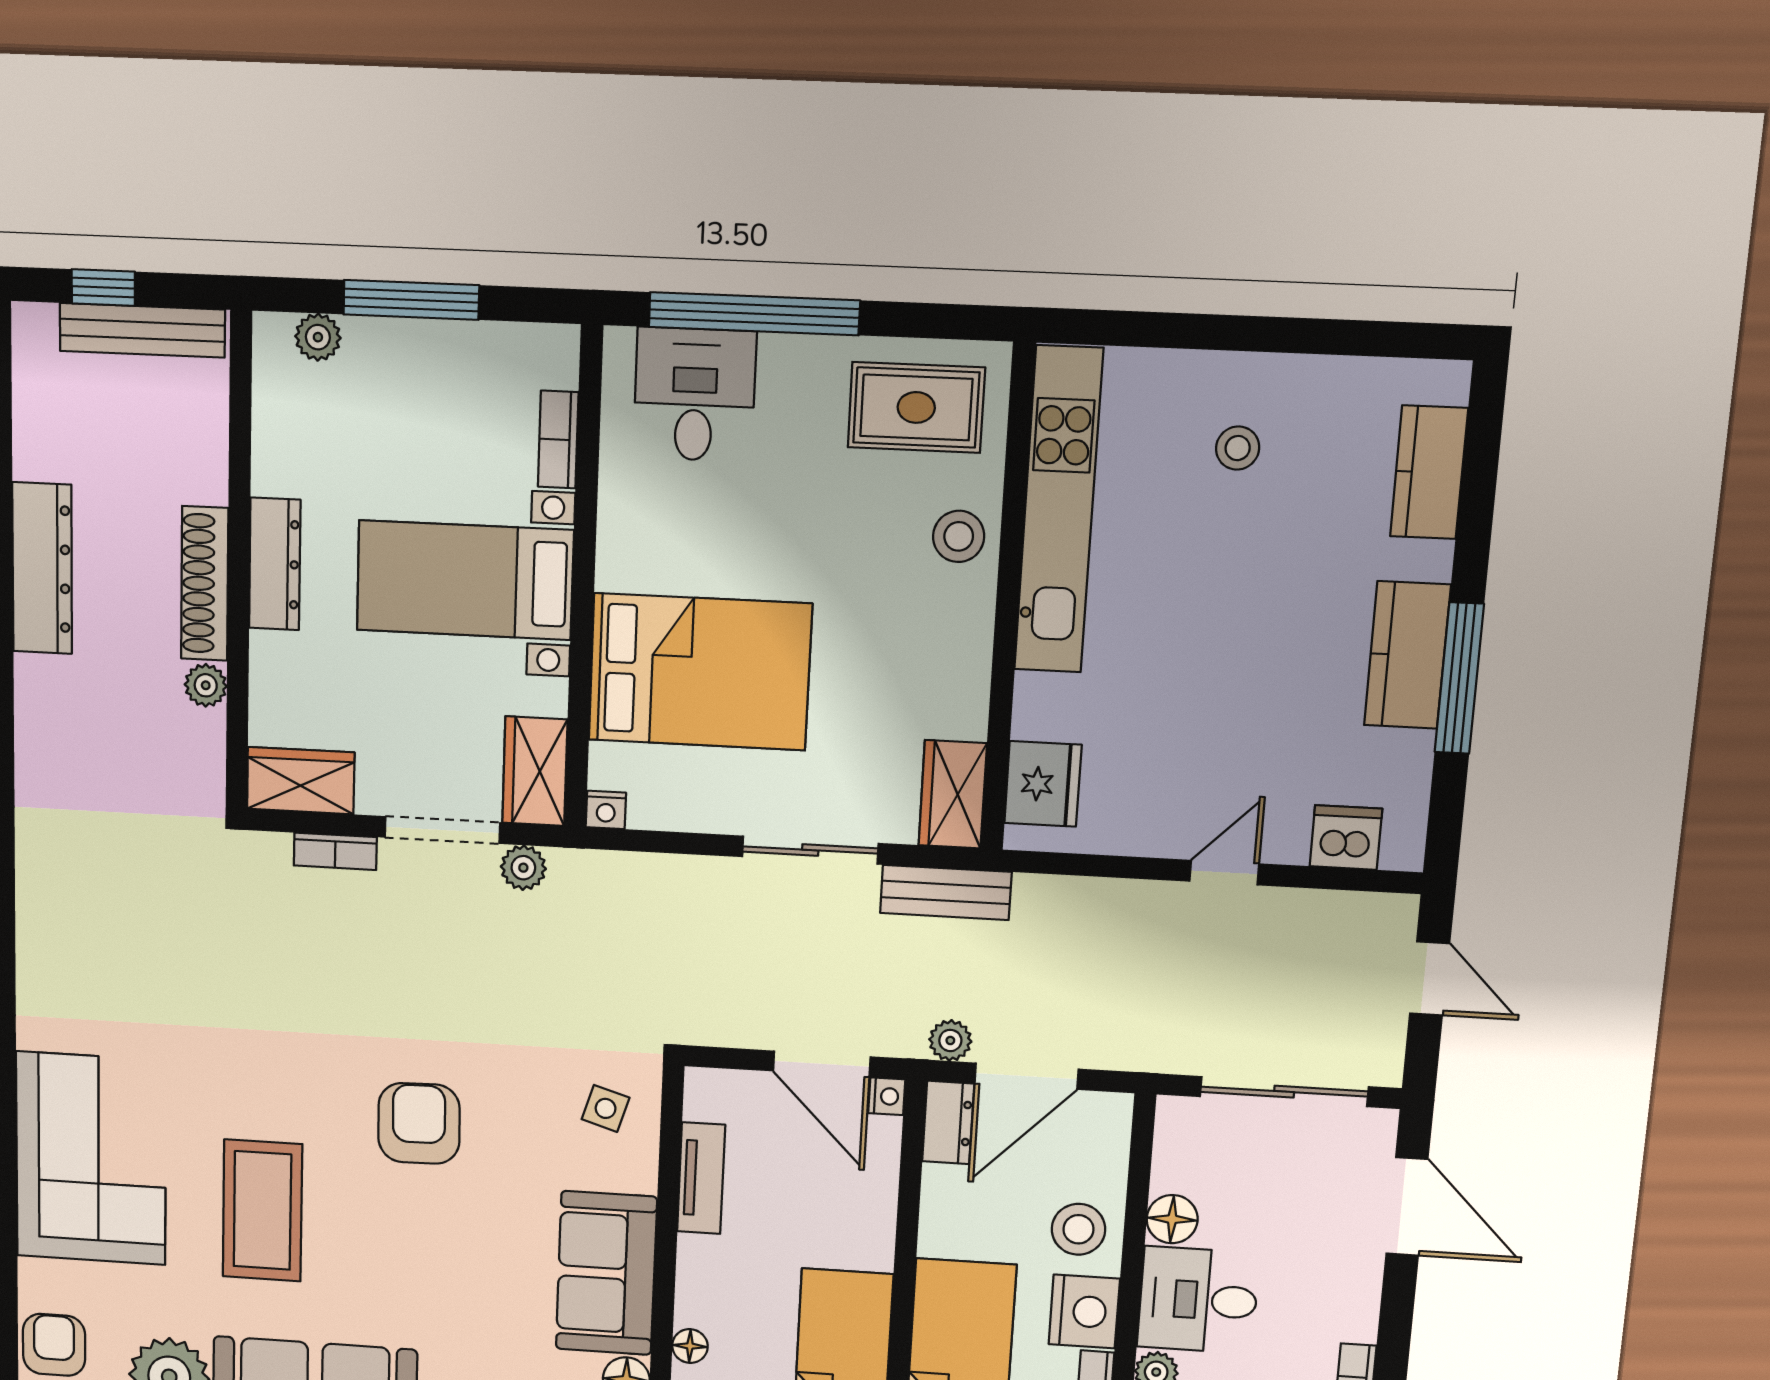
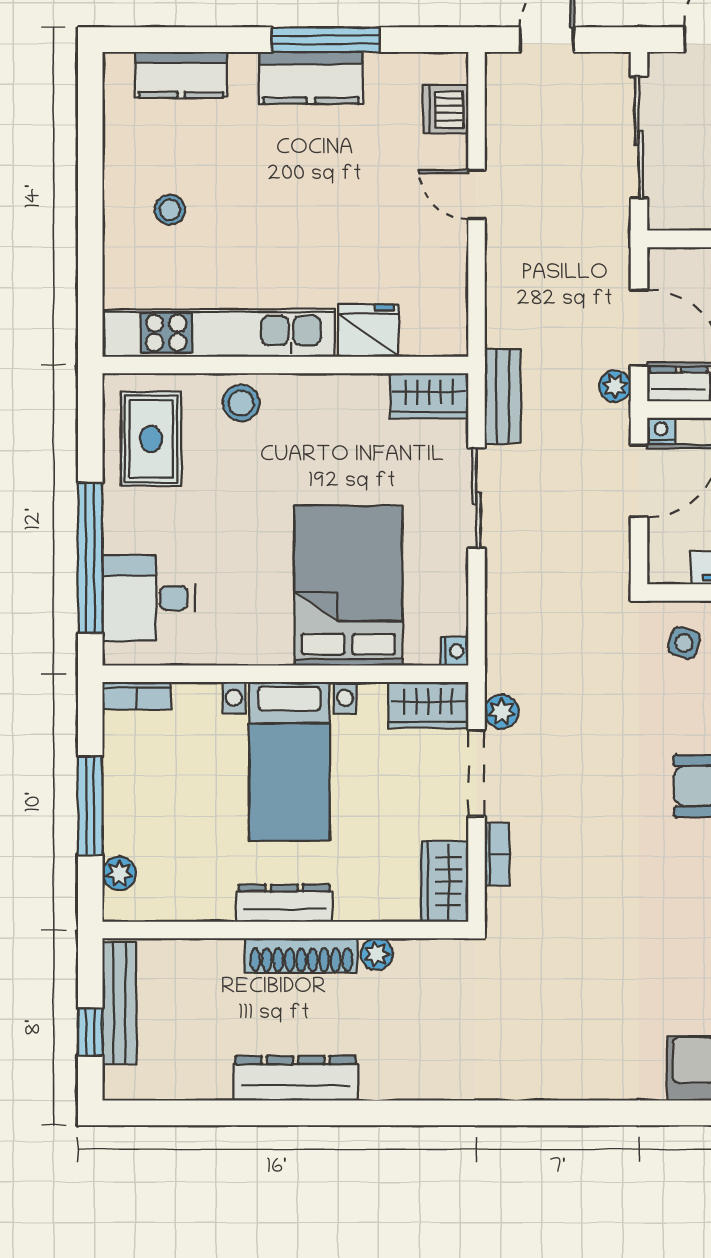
bookcase: (558, 440) -> (137, 696), moved
fridge: (1043, 784) -> (368, 331), moved

